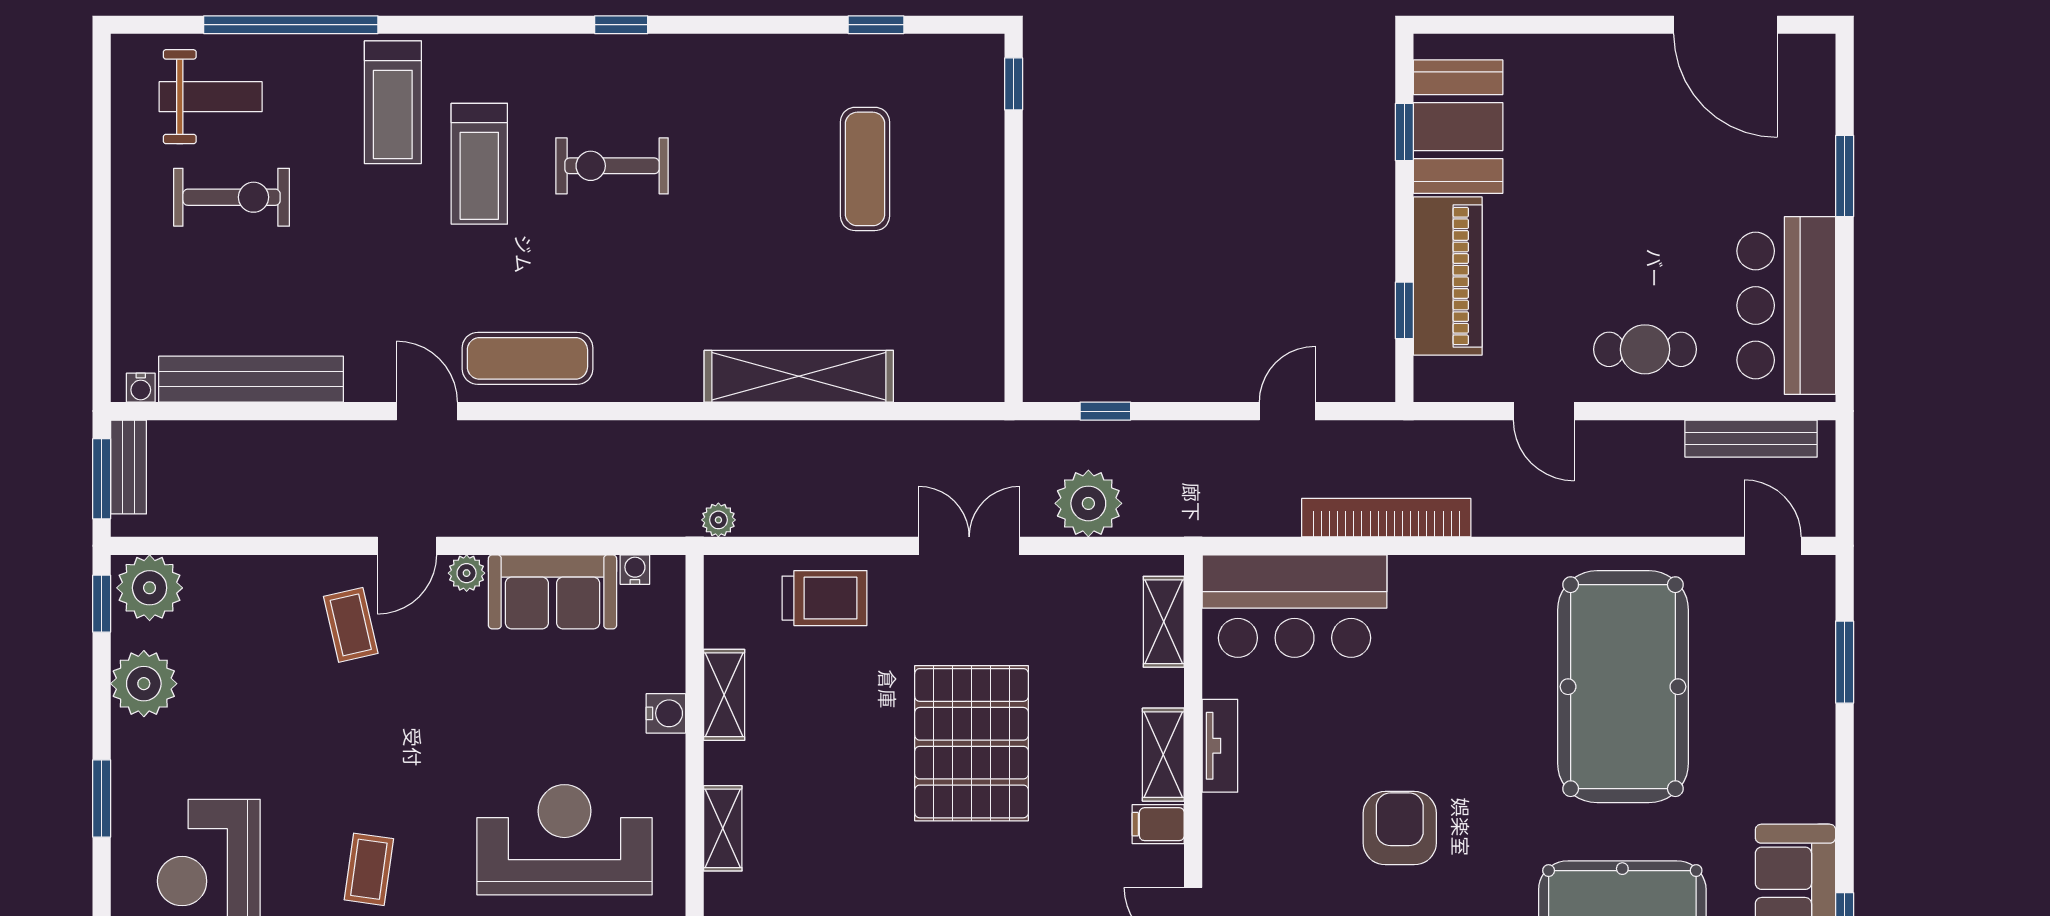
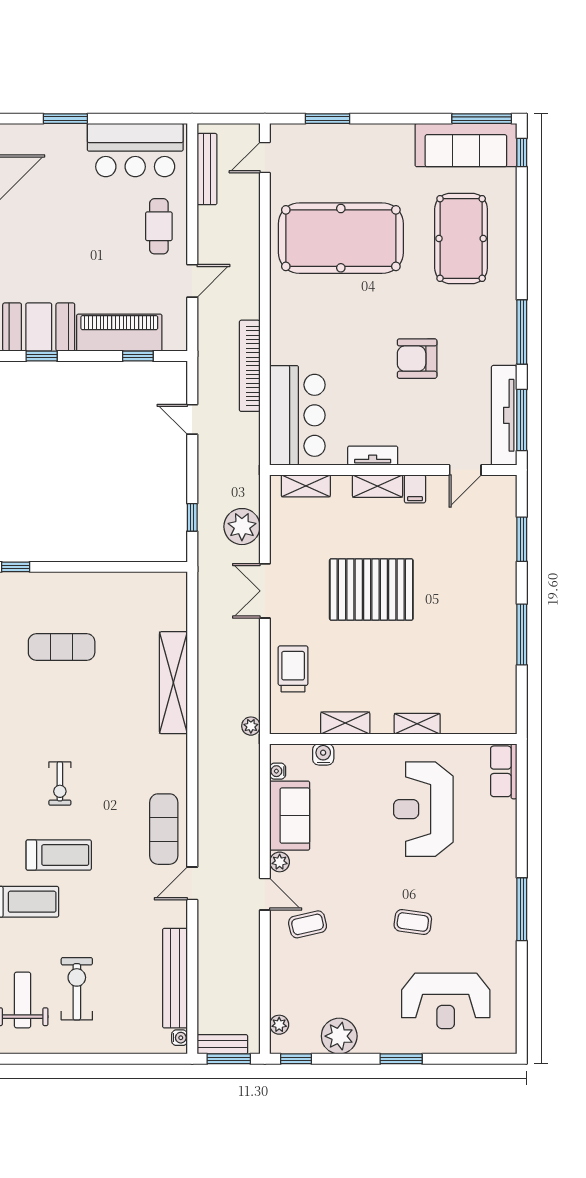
exercise bike: (612, 166) -> (60, 783), width x0.73, depth x0.72
plant: (150, 588) -> (279, 1025), width x0.53, depth x0.53
water cooler: (666, 713) -> (323, 754), moved
coffee table: (369, 869) -> (413, 922), moved

